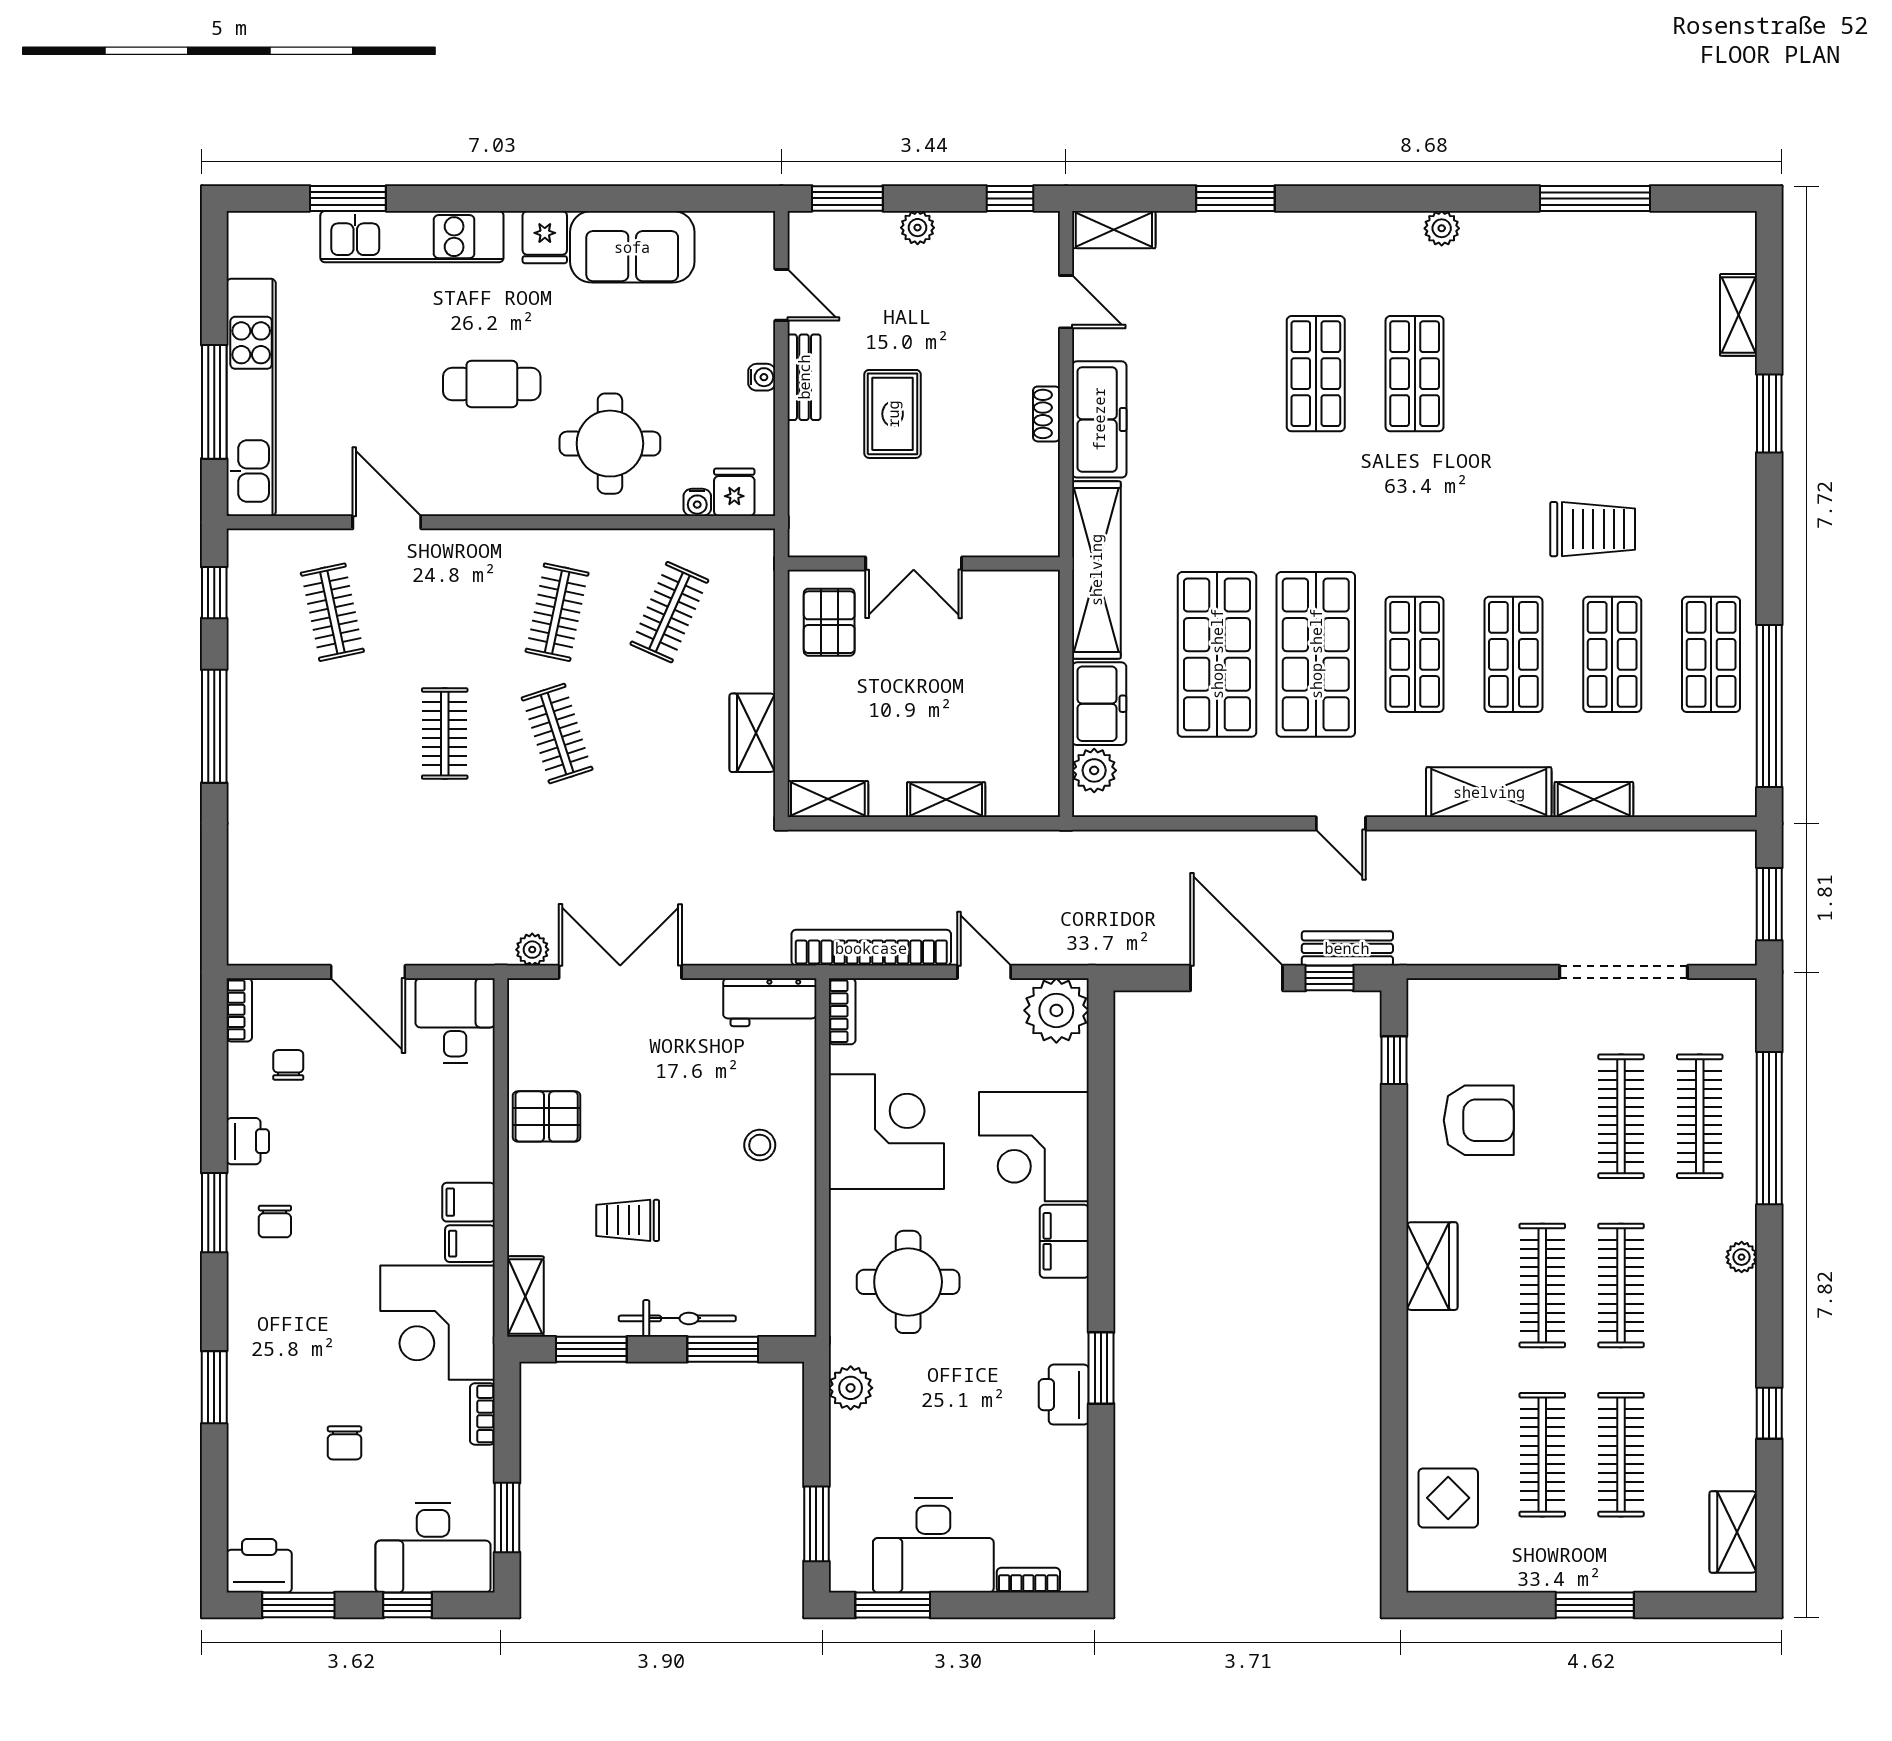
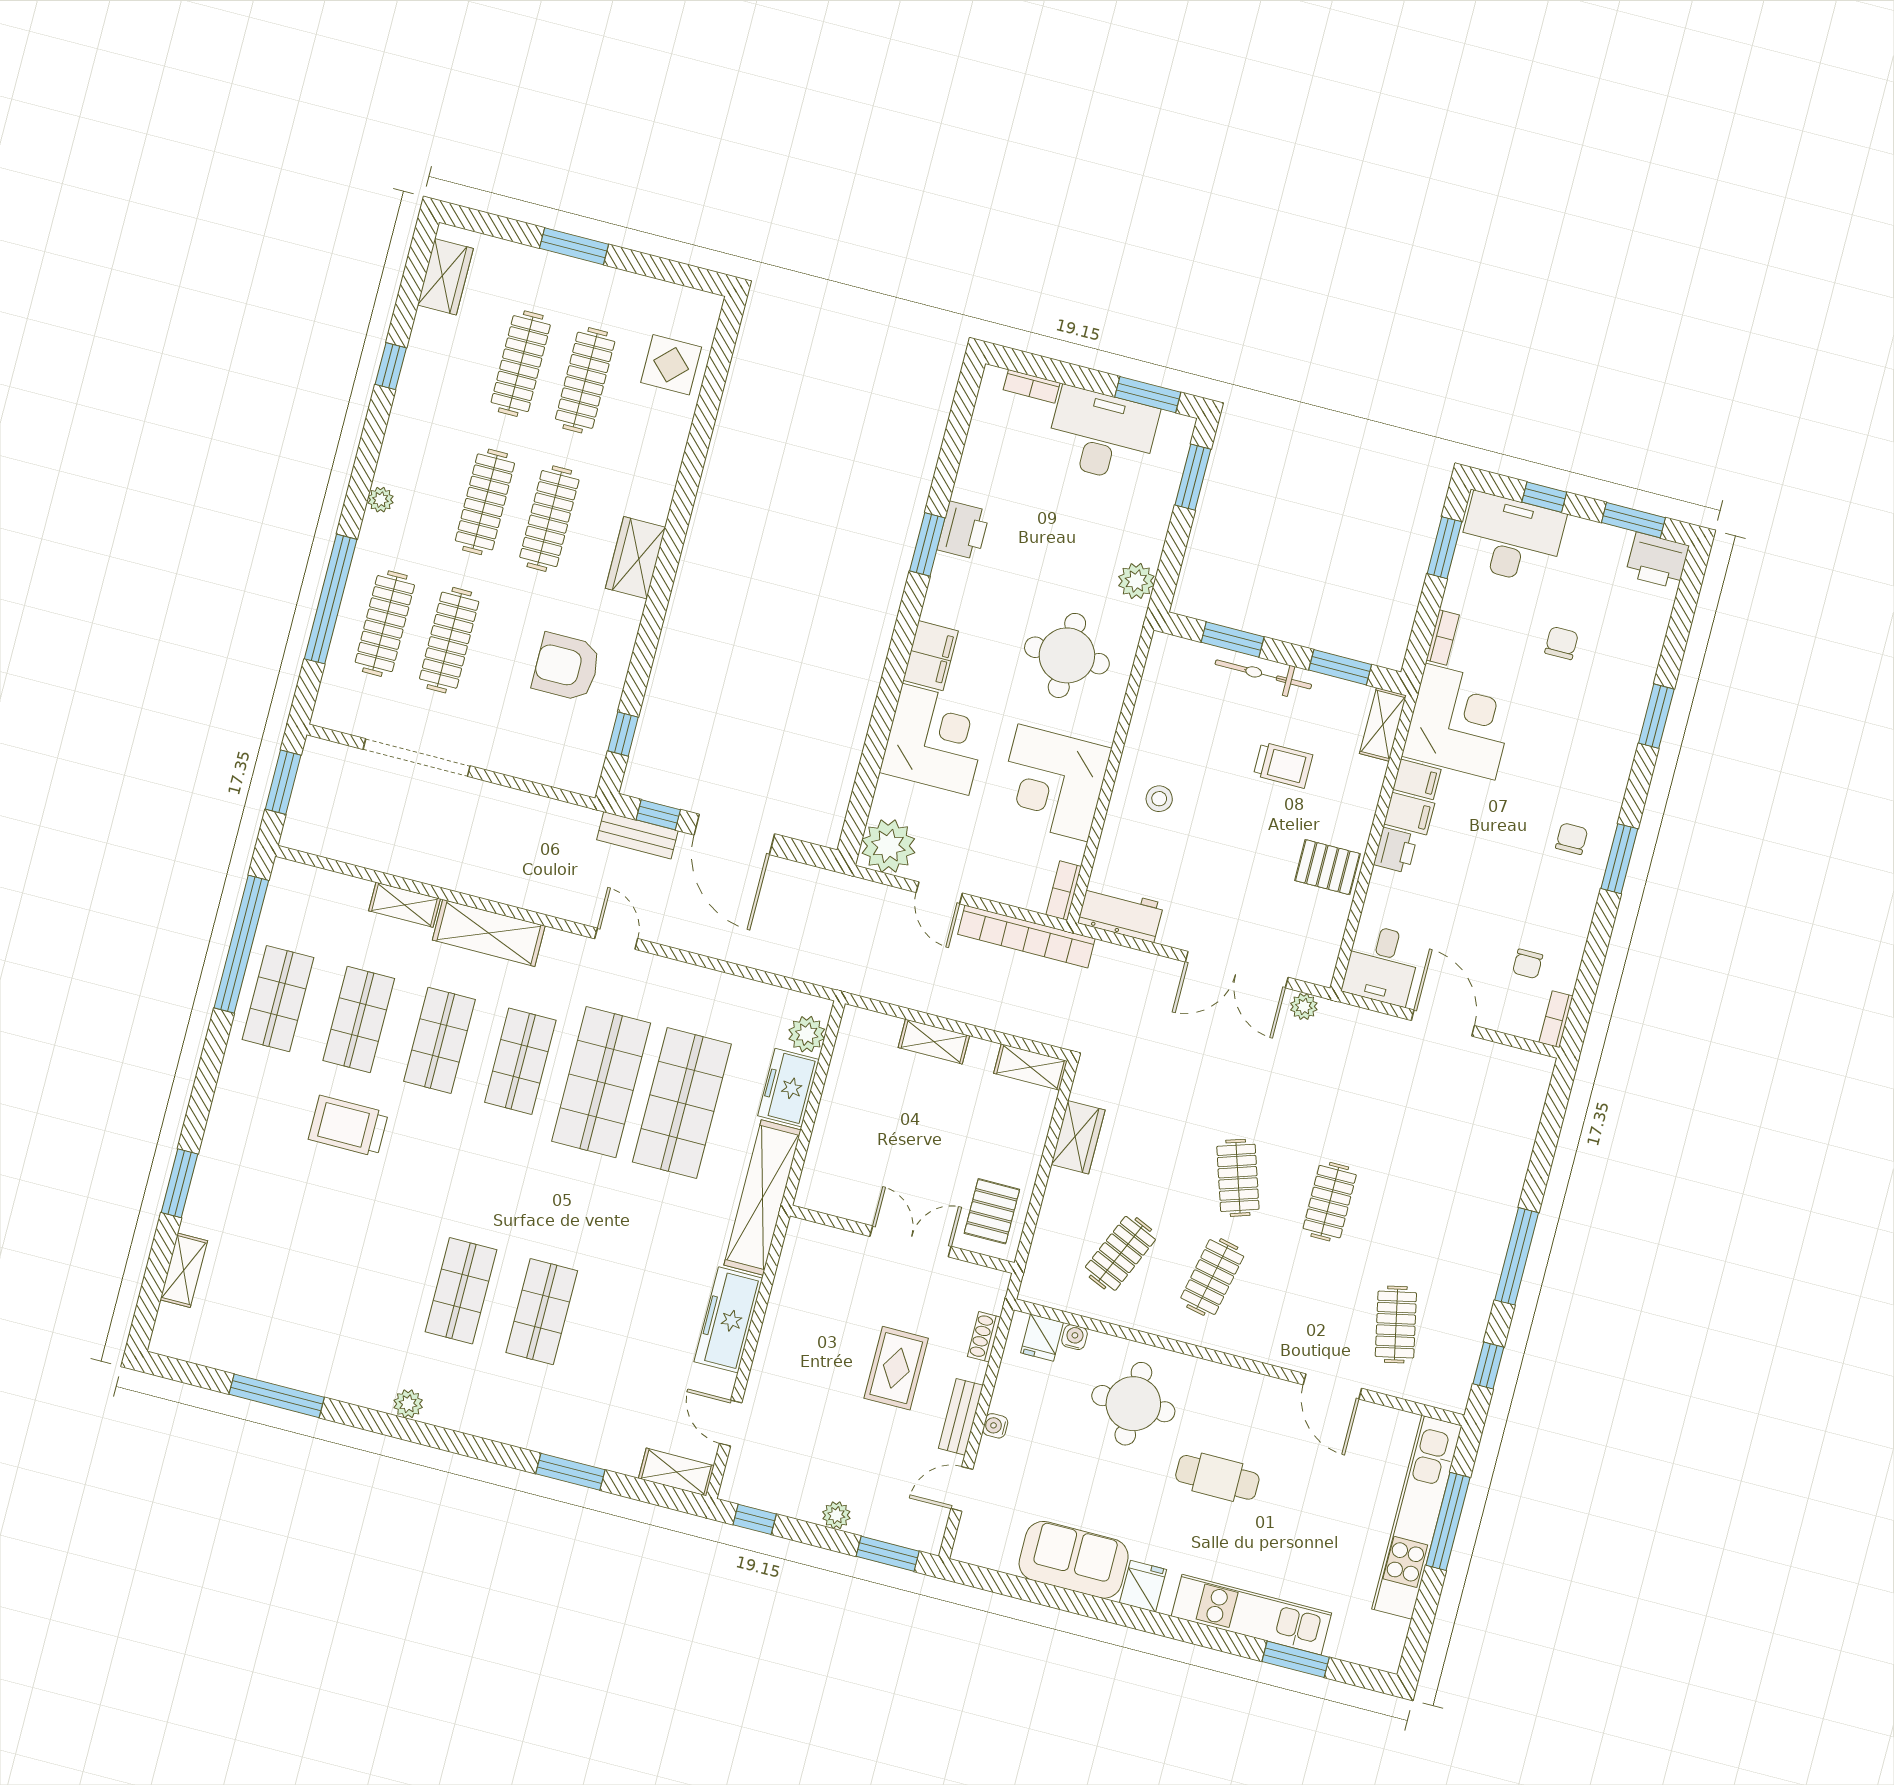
door: (781, 295) -> (962, 1489), hinge flipped
shoe rack: (1046, 414) -> (984, 1337), moved, turned 180
printer: (248, 1141) -> (1395, 850), moved, turned 180

